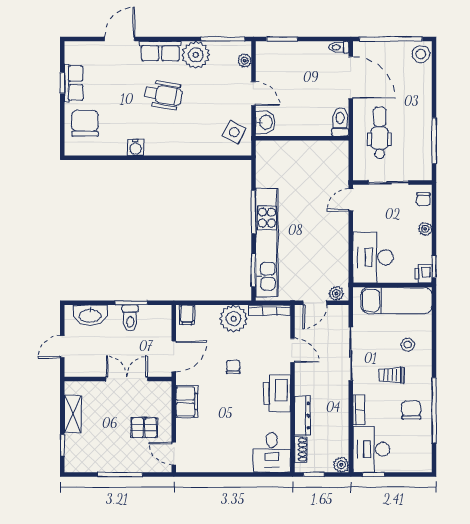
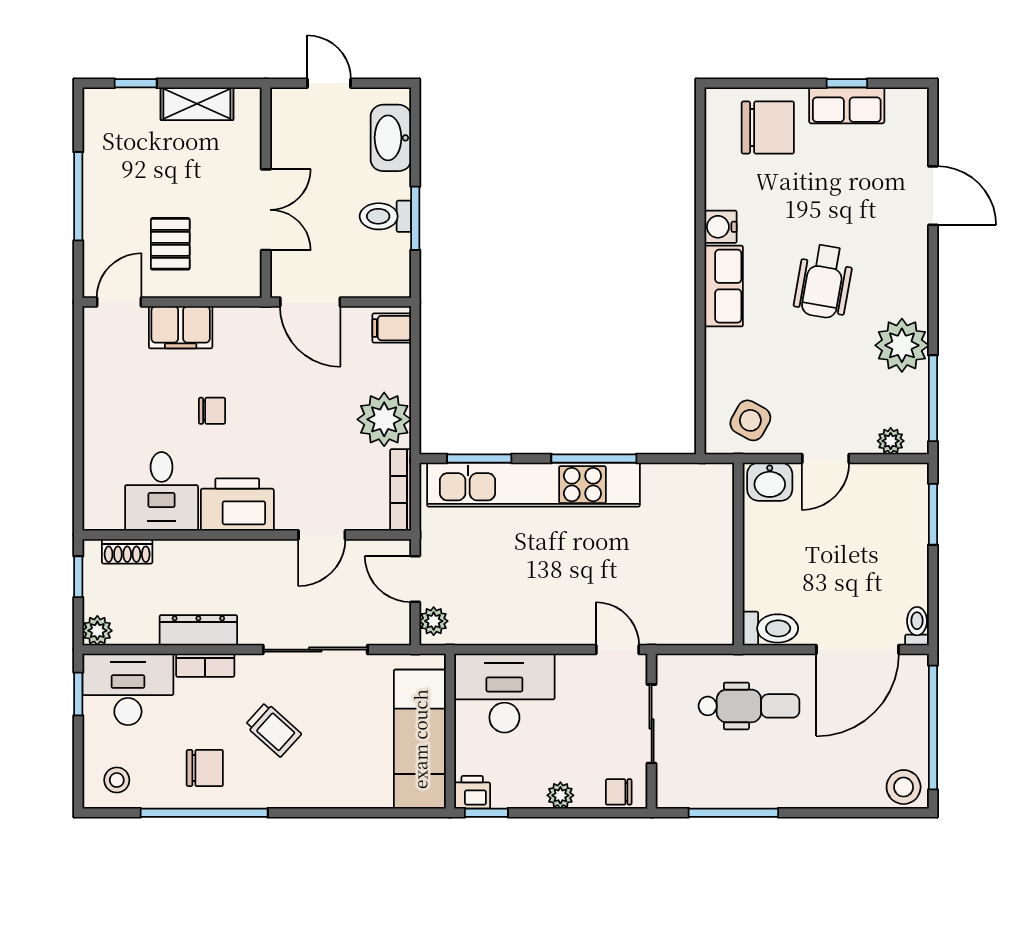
row of seats: (160, 51) -> (724, 286), moved, turned 180
stool: (408, 345) -> (117, 780), moved
chair: (233, 367) -> (212, 411), moved
trolley: (392, 375) -> (273, 730), turned 132
filing cabinet: (187, 402) -> (181, 327), moved
dresser: (302, 416) -> (198, 630), moved, turned 180
desk: (272, 452) -> (162, 491), moved, turned -90

